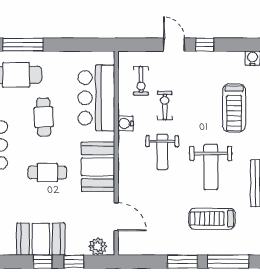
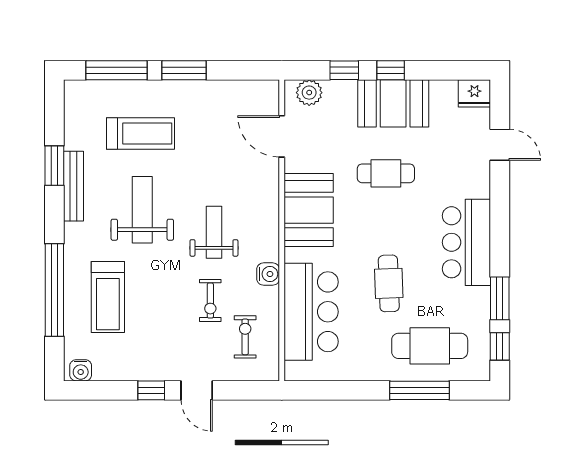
treadmill: (234, 108) -> (108, 297), turned 180
cafe table: (47, 172) -> (386, 173), moved

